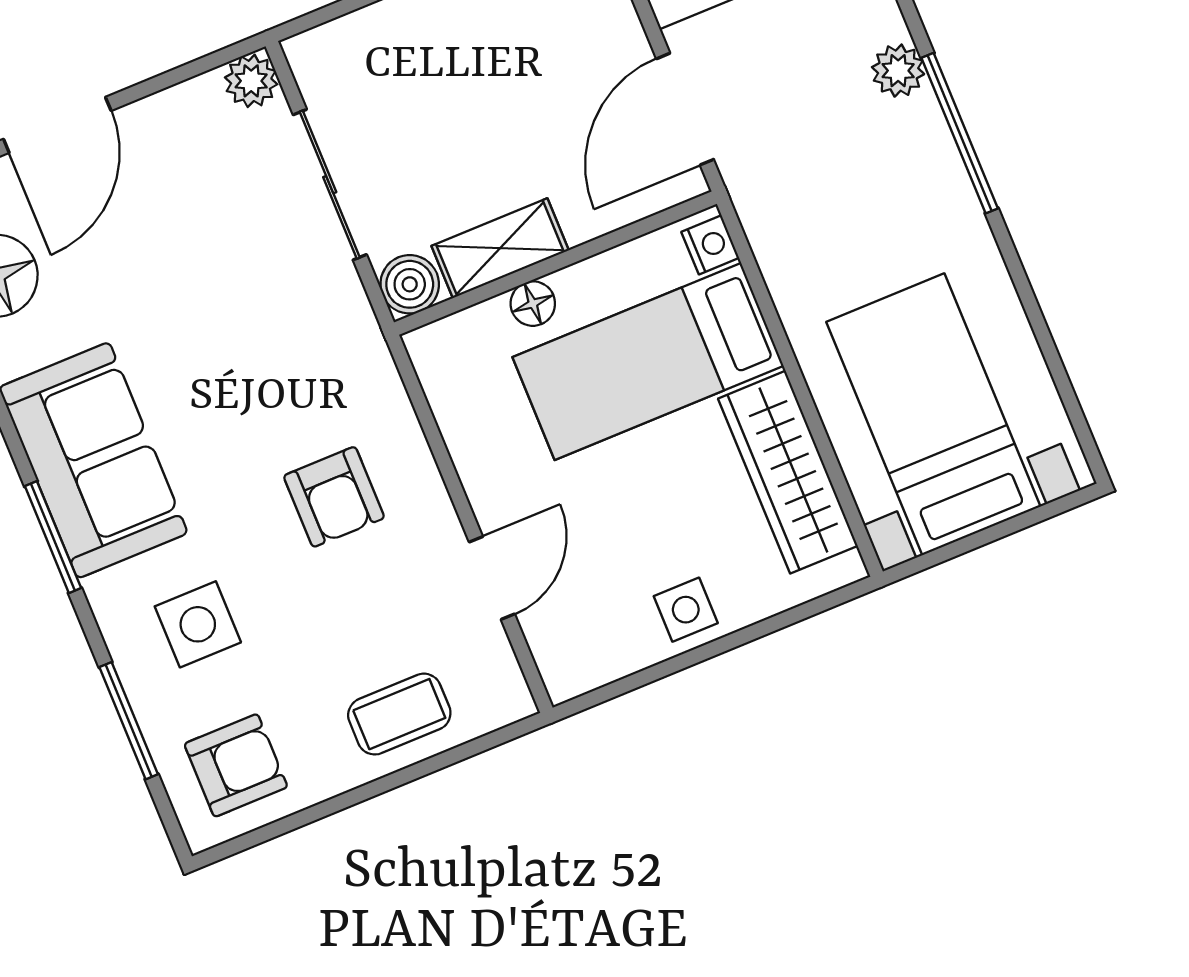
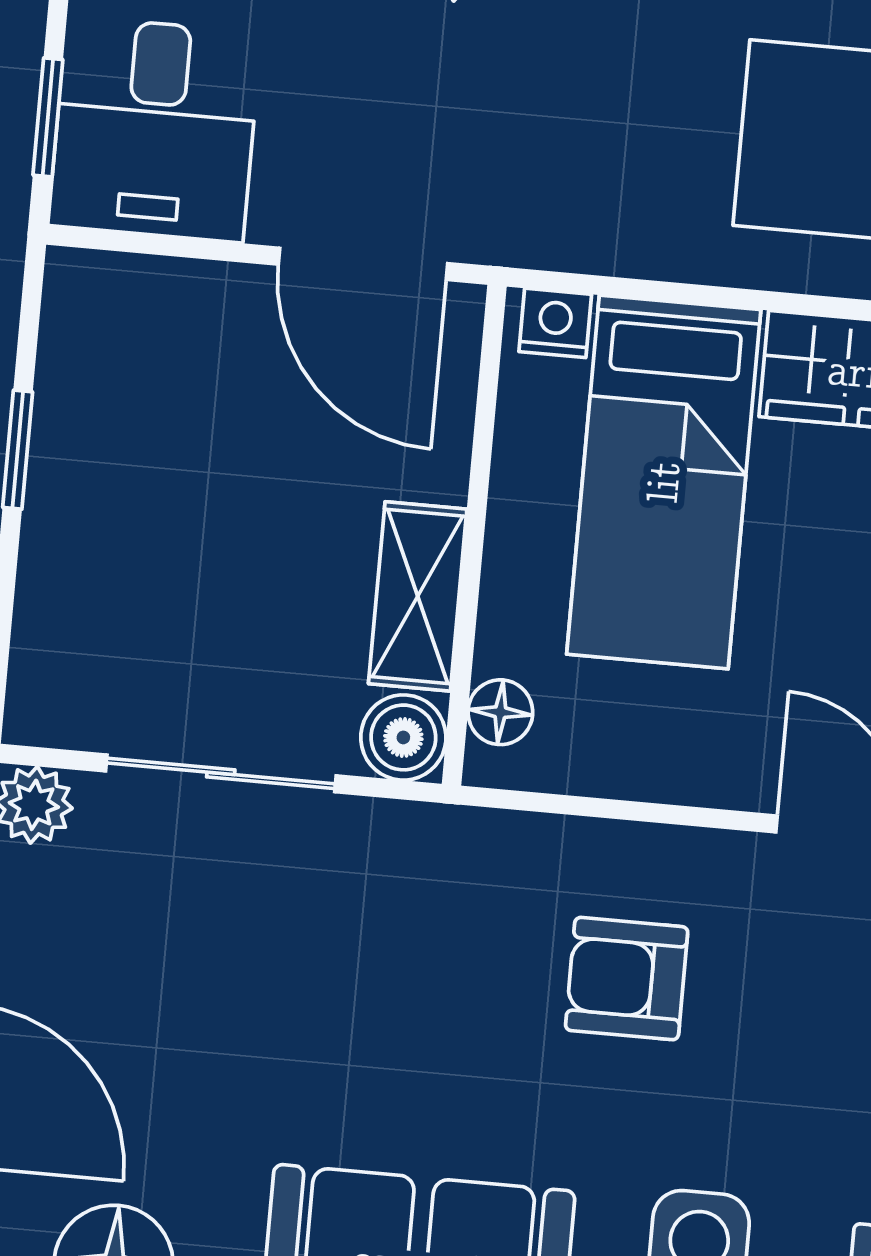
floor lamp: (533, 304) -> (500, 712), moved
armchair: (334, 497) -> (627, 979), turned 180

